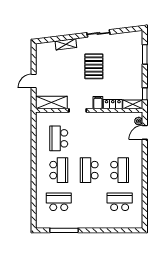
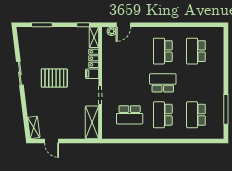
shelving: (66, 44) -> (34, 127), moved
door: (34, 81) -> (52, 141), moved
door: (145, 132) -> (123, 25), hinge flipped
school desk: (59, 170) -> (163, 115), turned -90
school desk: (89, 170) -> (163, 83), turned 180
school desk: (120, 170) -> (163, 51), turned -90

